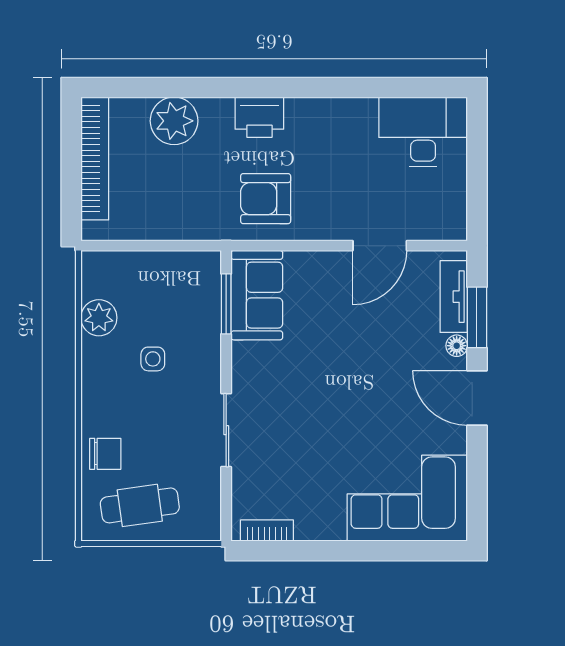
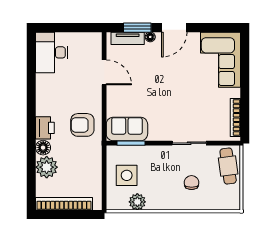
floor lamp: (216, 113) -> (43, 148), added
armchair: (266, 199) -> (82, 125), turned 90
side table: (153, 359) -> (127, 175), moved, width x1.87, depth x1.87
chair: (105, 454) -> (192, 183), moved
cafe table: (140, 505) -> (228, 166), moved
bookcase: (267, 531) -> (235, 117), width x1.56

